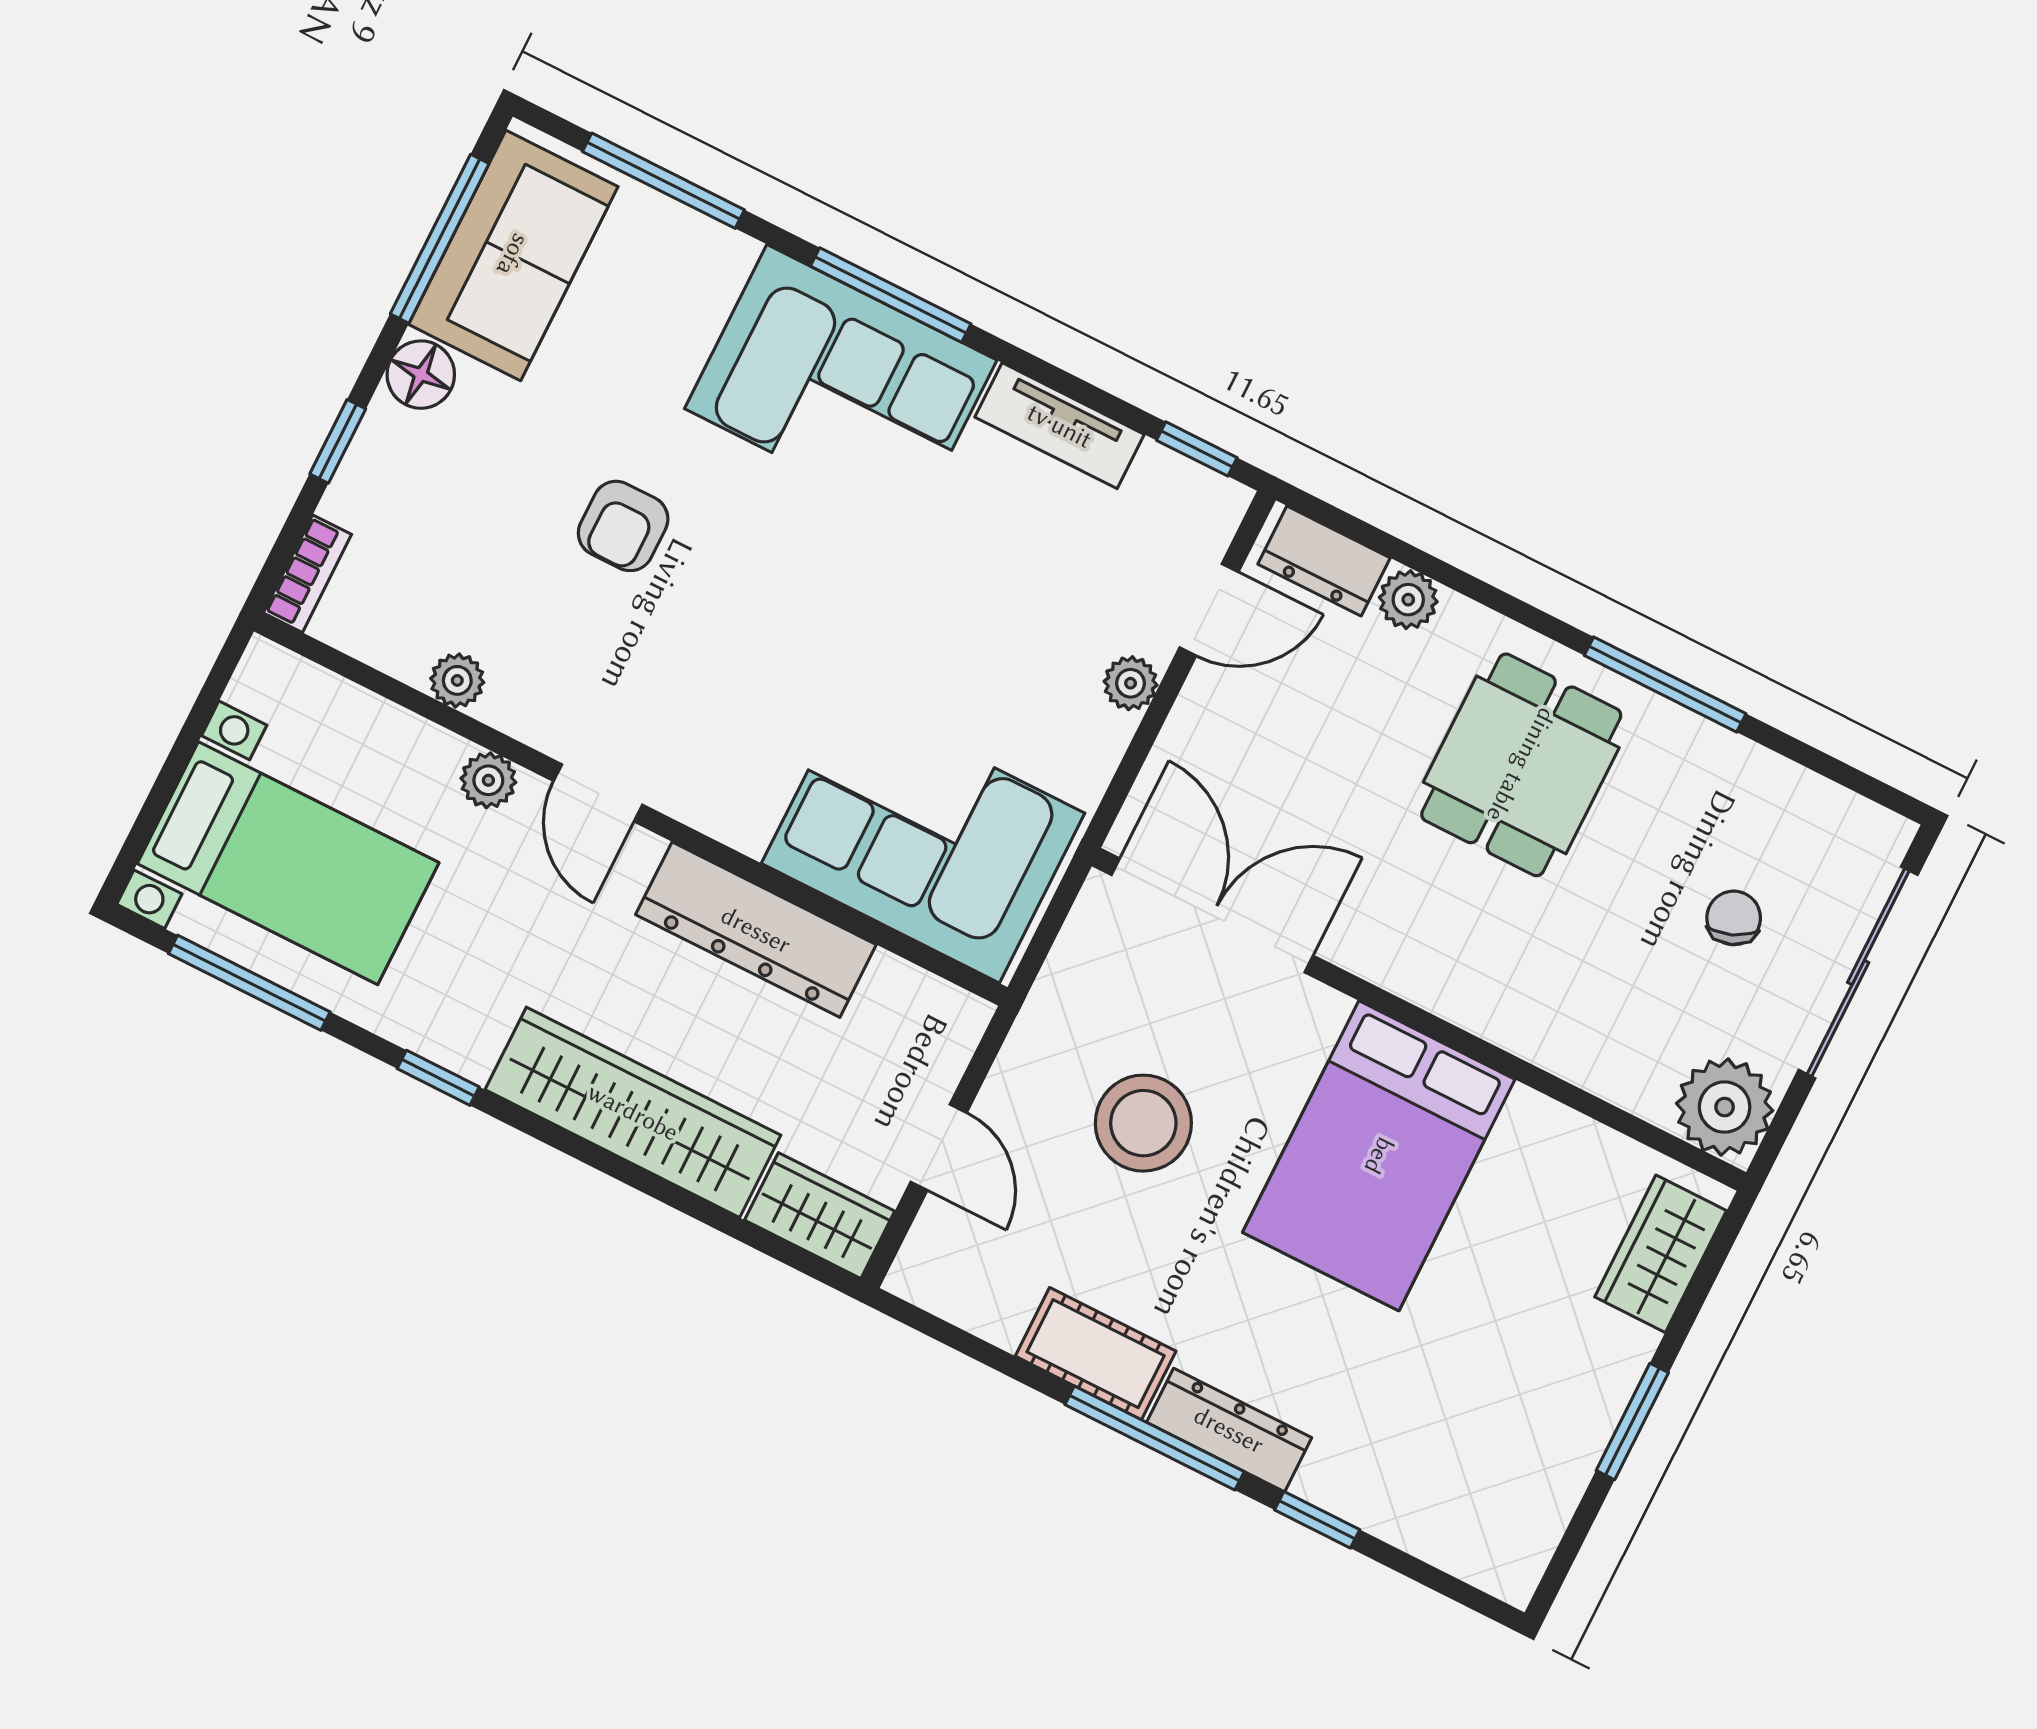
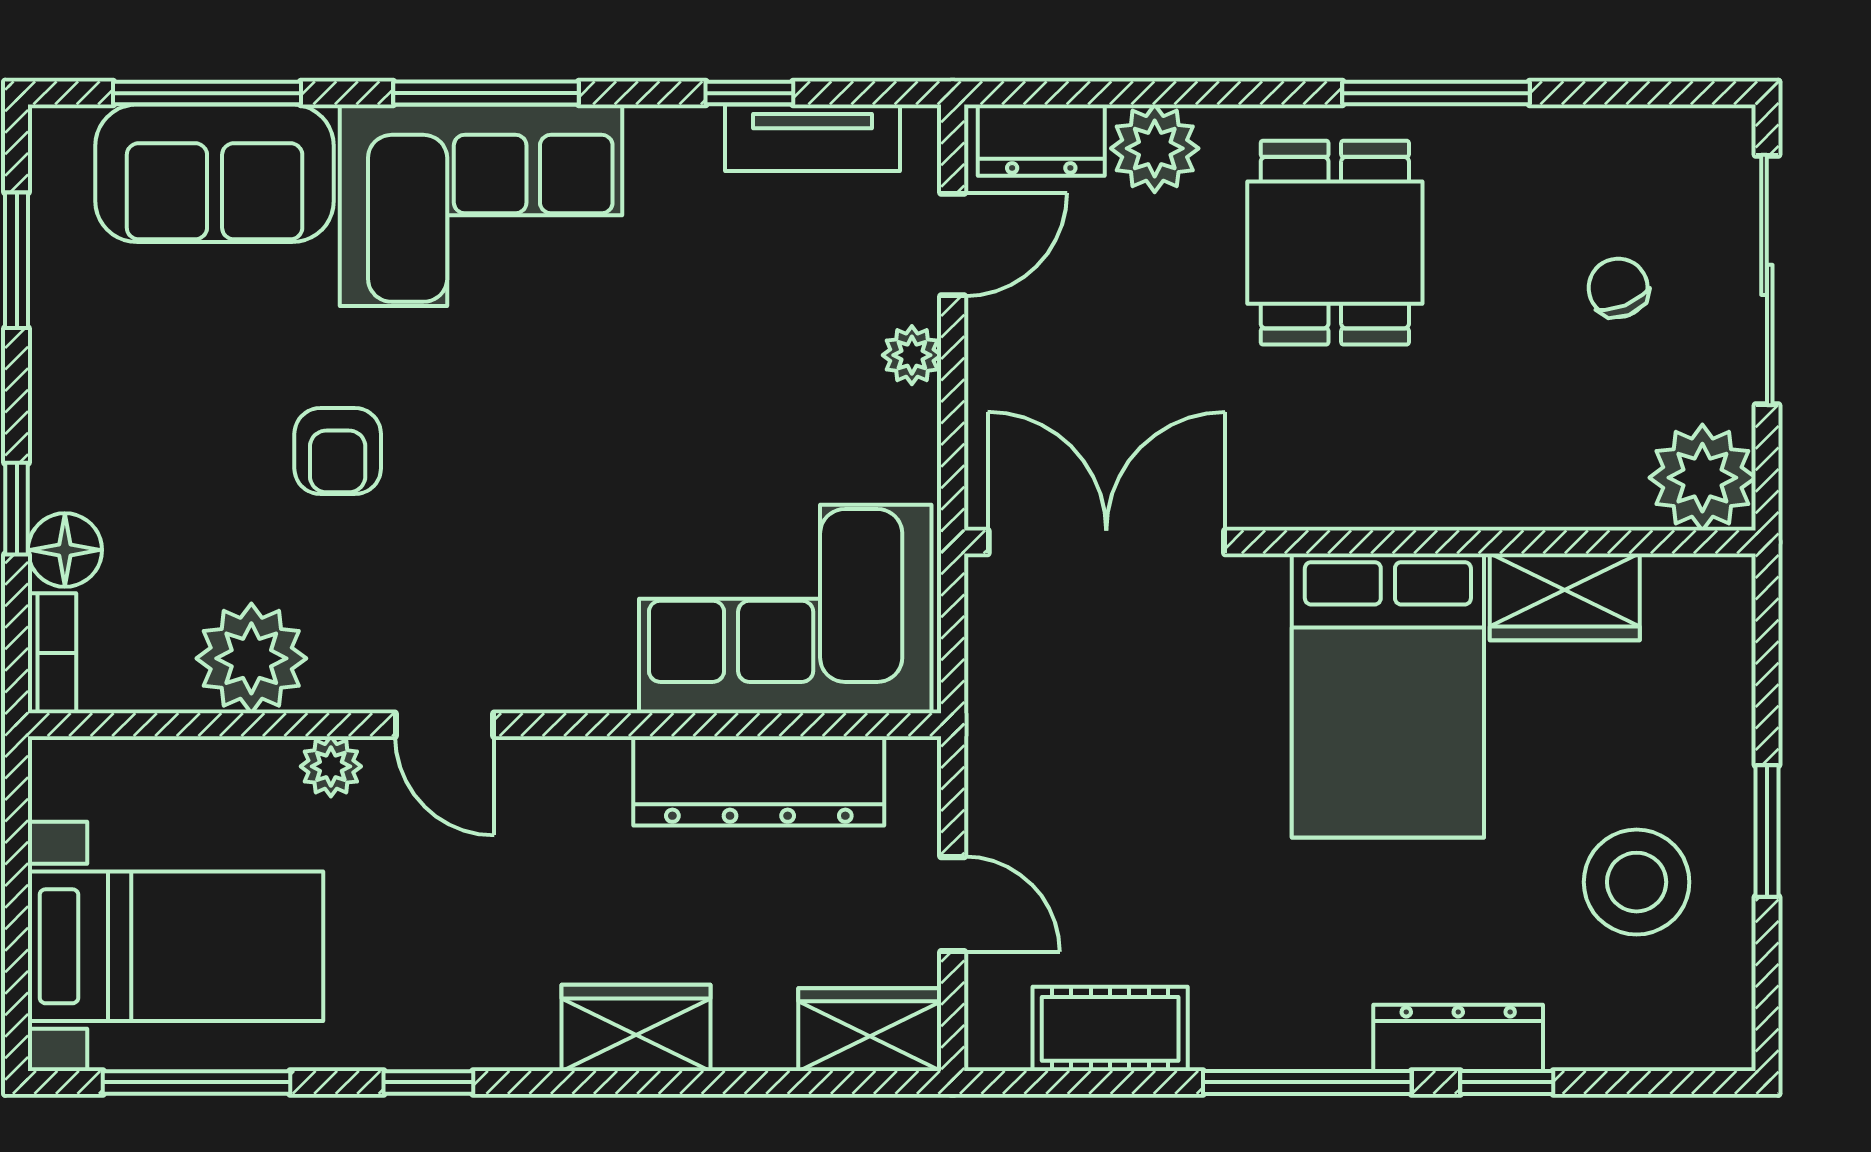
window: (440, 239) -> (17, 260), width x0.69
sofa: (513, 255) -> (215, 173), moved, turned 90
floor lamp: (421, 375) -> (65, 550), moved
tv unit: (1060, 426) -> (812, 138), moved
window: (1197, 449) -> (749, 93), moved
plant: (1408, 600) -> (1155, 148), width x1.38, depth x1.38
plant: (457, 680) -> (251, 658), width x1.87, depth x1.87
dresser: (756, 930) -> (759, 781), moved
wardrobe: (633, 1112) -> (636, 1028), width x0.48, depth x0.85
stool: (1143, 1123) -> (1637, 882), moved
wardrobe: (1661, 1254) -> (1565, 597), moved, turned -90
cot: (1096, 1354) -> (1110, 1029), moved
dresser: (1229, 1430) -> (1458, 1038), moved

